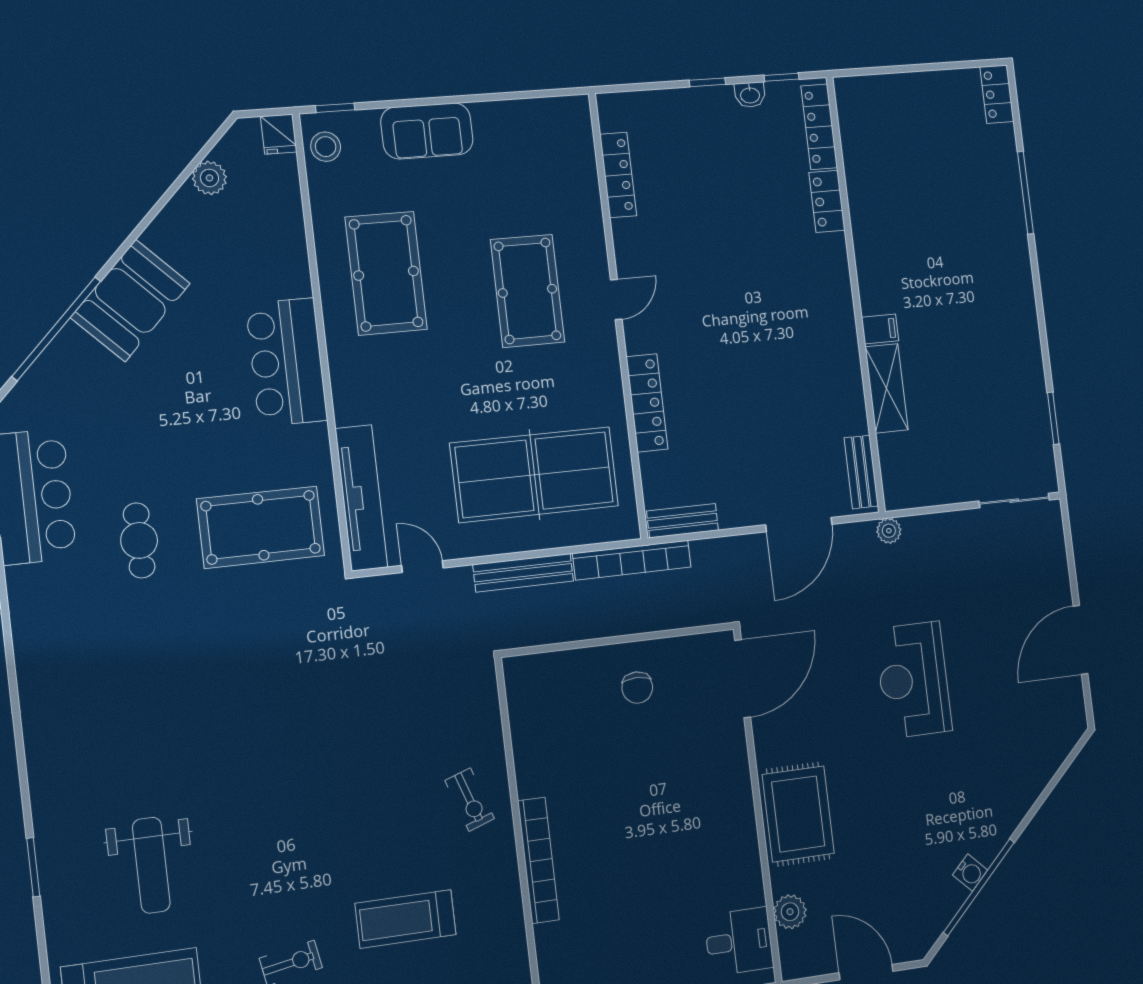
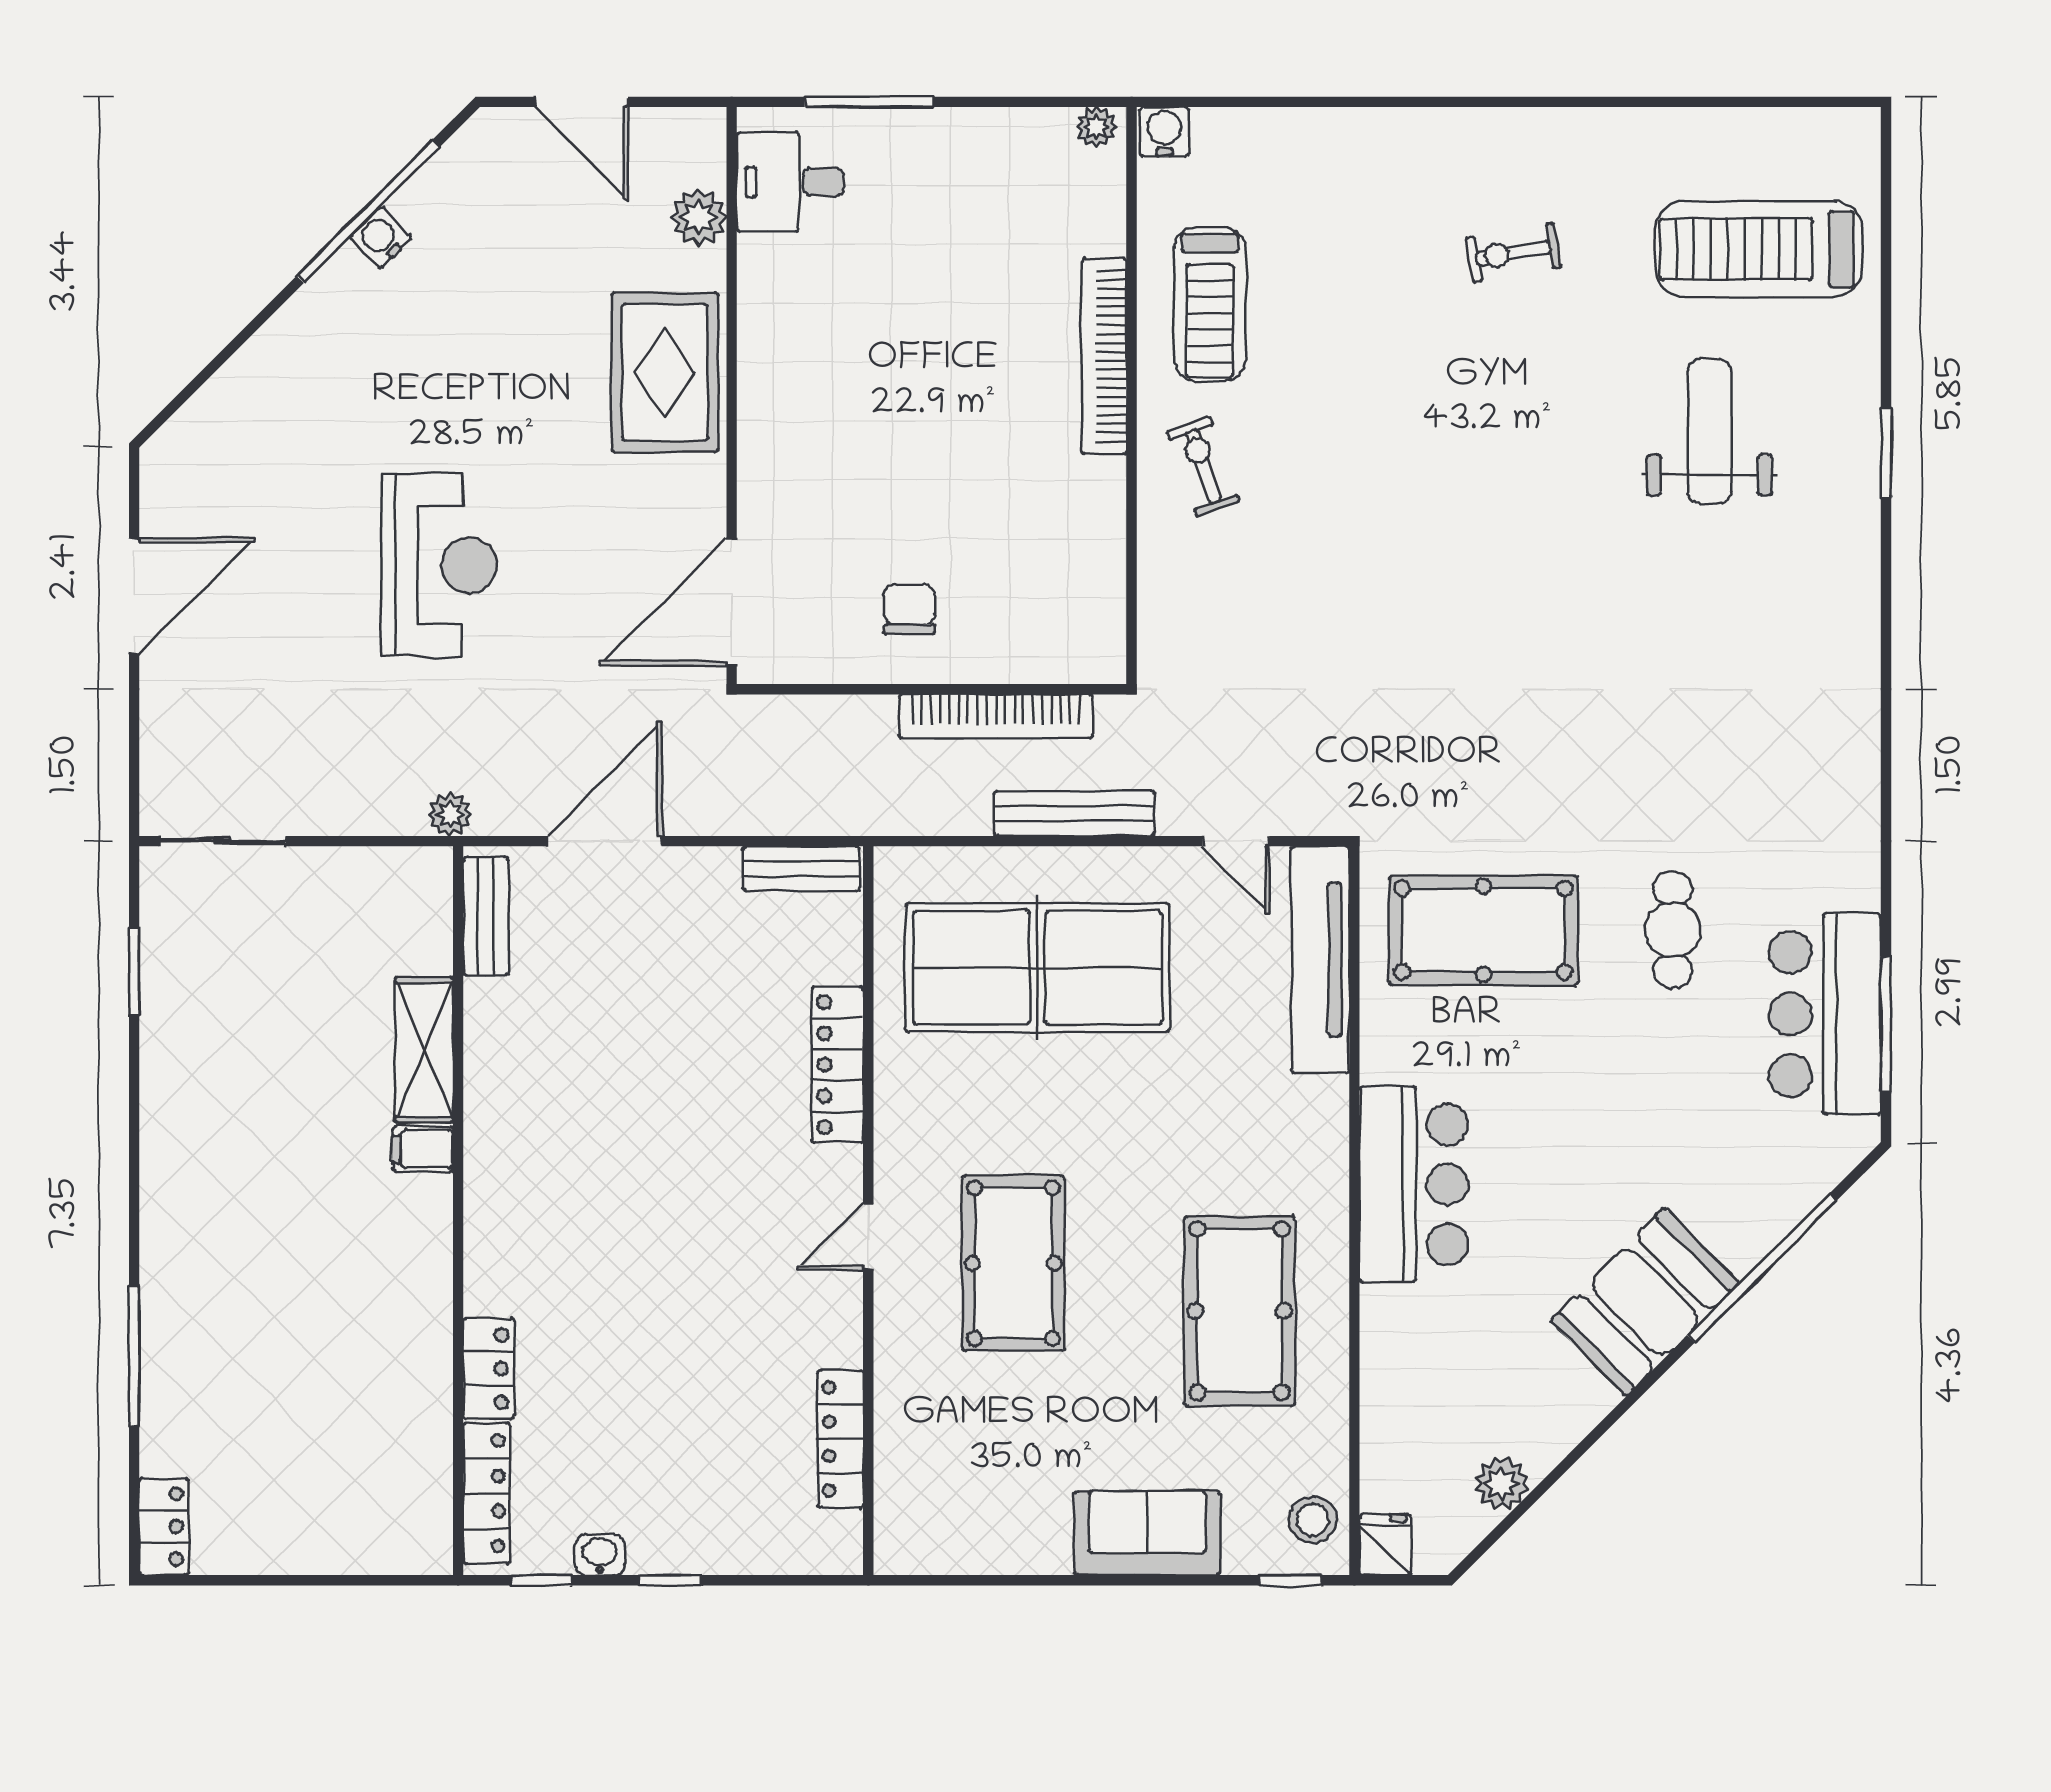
bookcase: (632, 560) -> (996, 716), moved, turned 180
treadmill: (406, 919) -> (1210, 304), moved, turned 90

